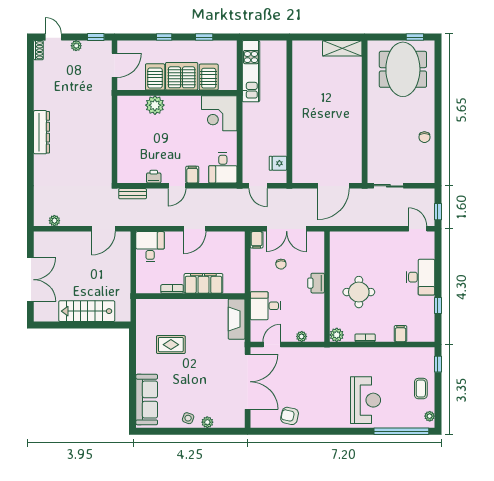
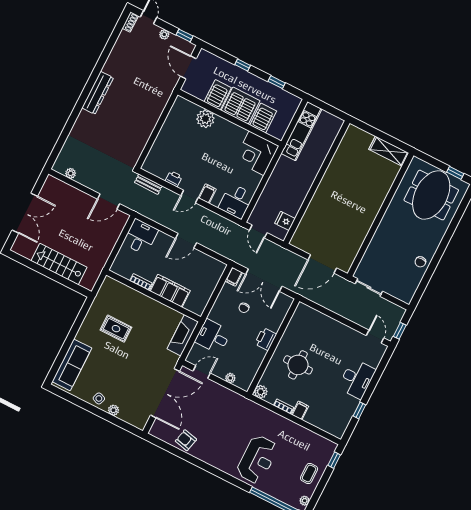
door: (114, 65) -> (188, 67), swing flipped
filing cabinet: (400, 334) -> (300, 410), moved

